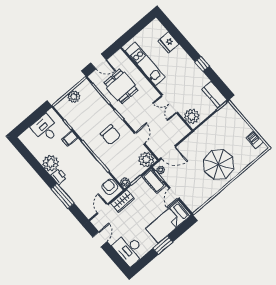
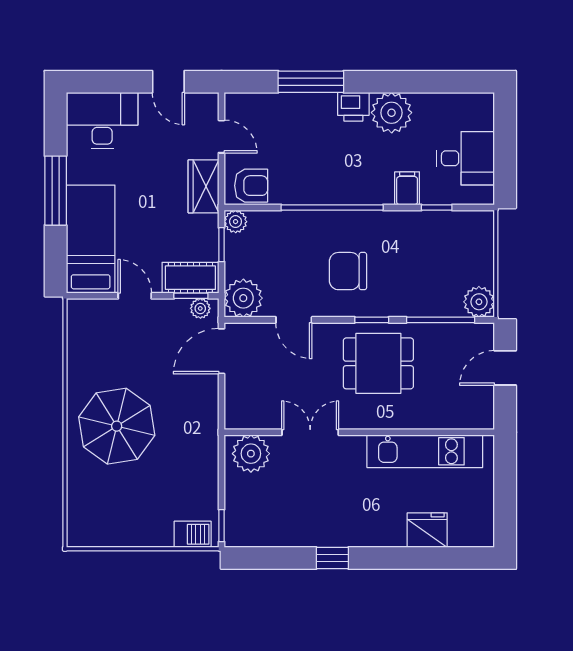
dining table: (121, 86) -> (378, 363), moved
kitchen counter: (214, 94) -> (255, 532), removed
plant: (74, 97) -> (479, 302), moved
barbecue: (255, 140) -> (193, 534), moved
window: (163, 245) -> (56, 191), width x1.44

